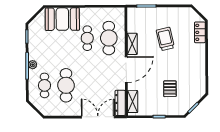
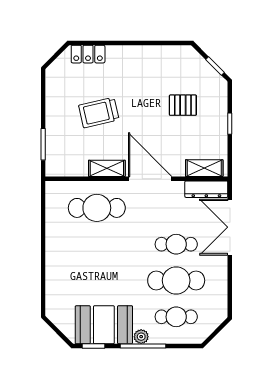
booth: (62, 19) -> (104, 325), moved, turned 90
cafe table: (87, 38) -> (176, 244), moved

